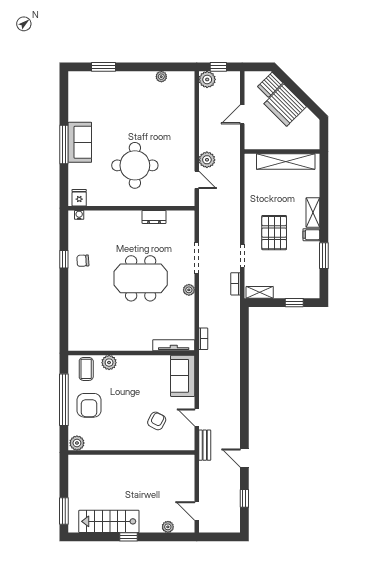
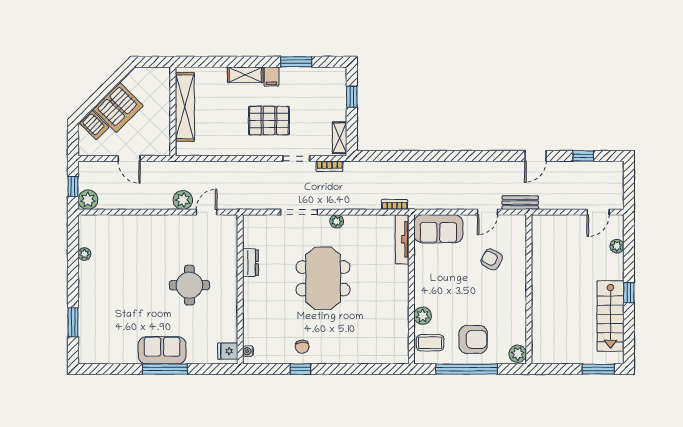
round table: (135, 165) -> (189, 285), width x0.73, depth x0.73

